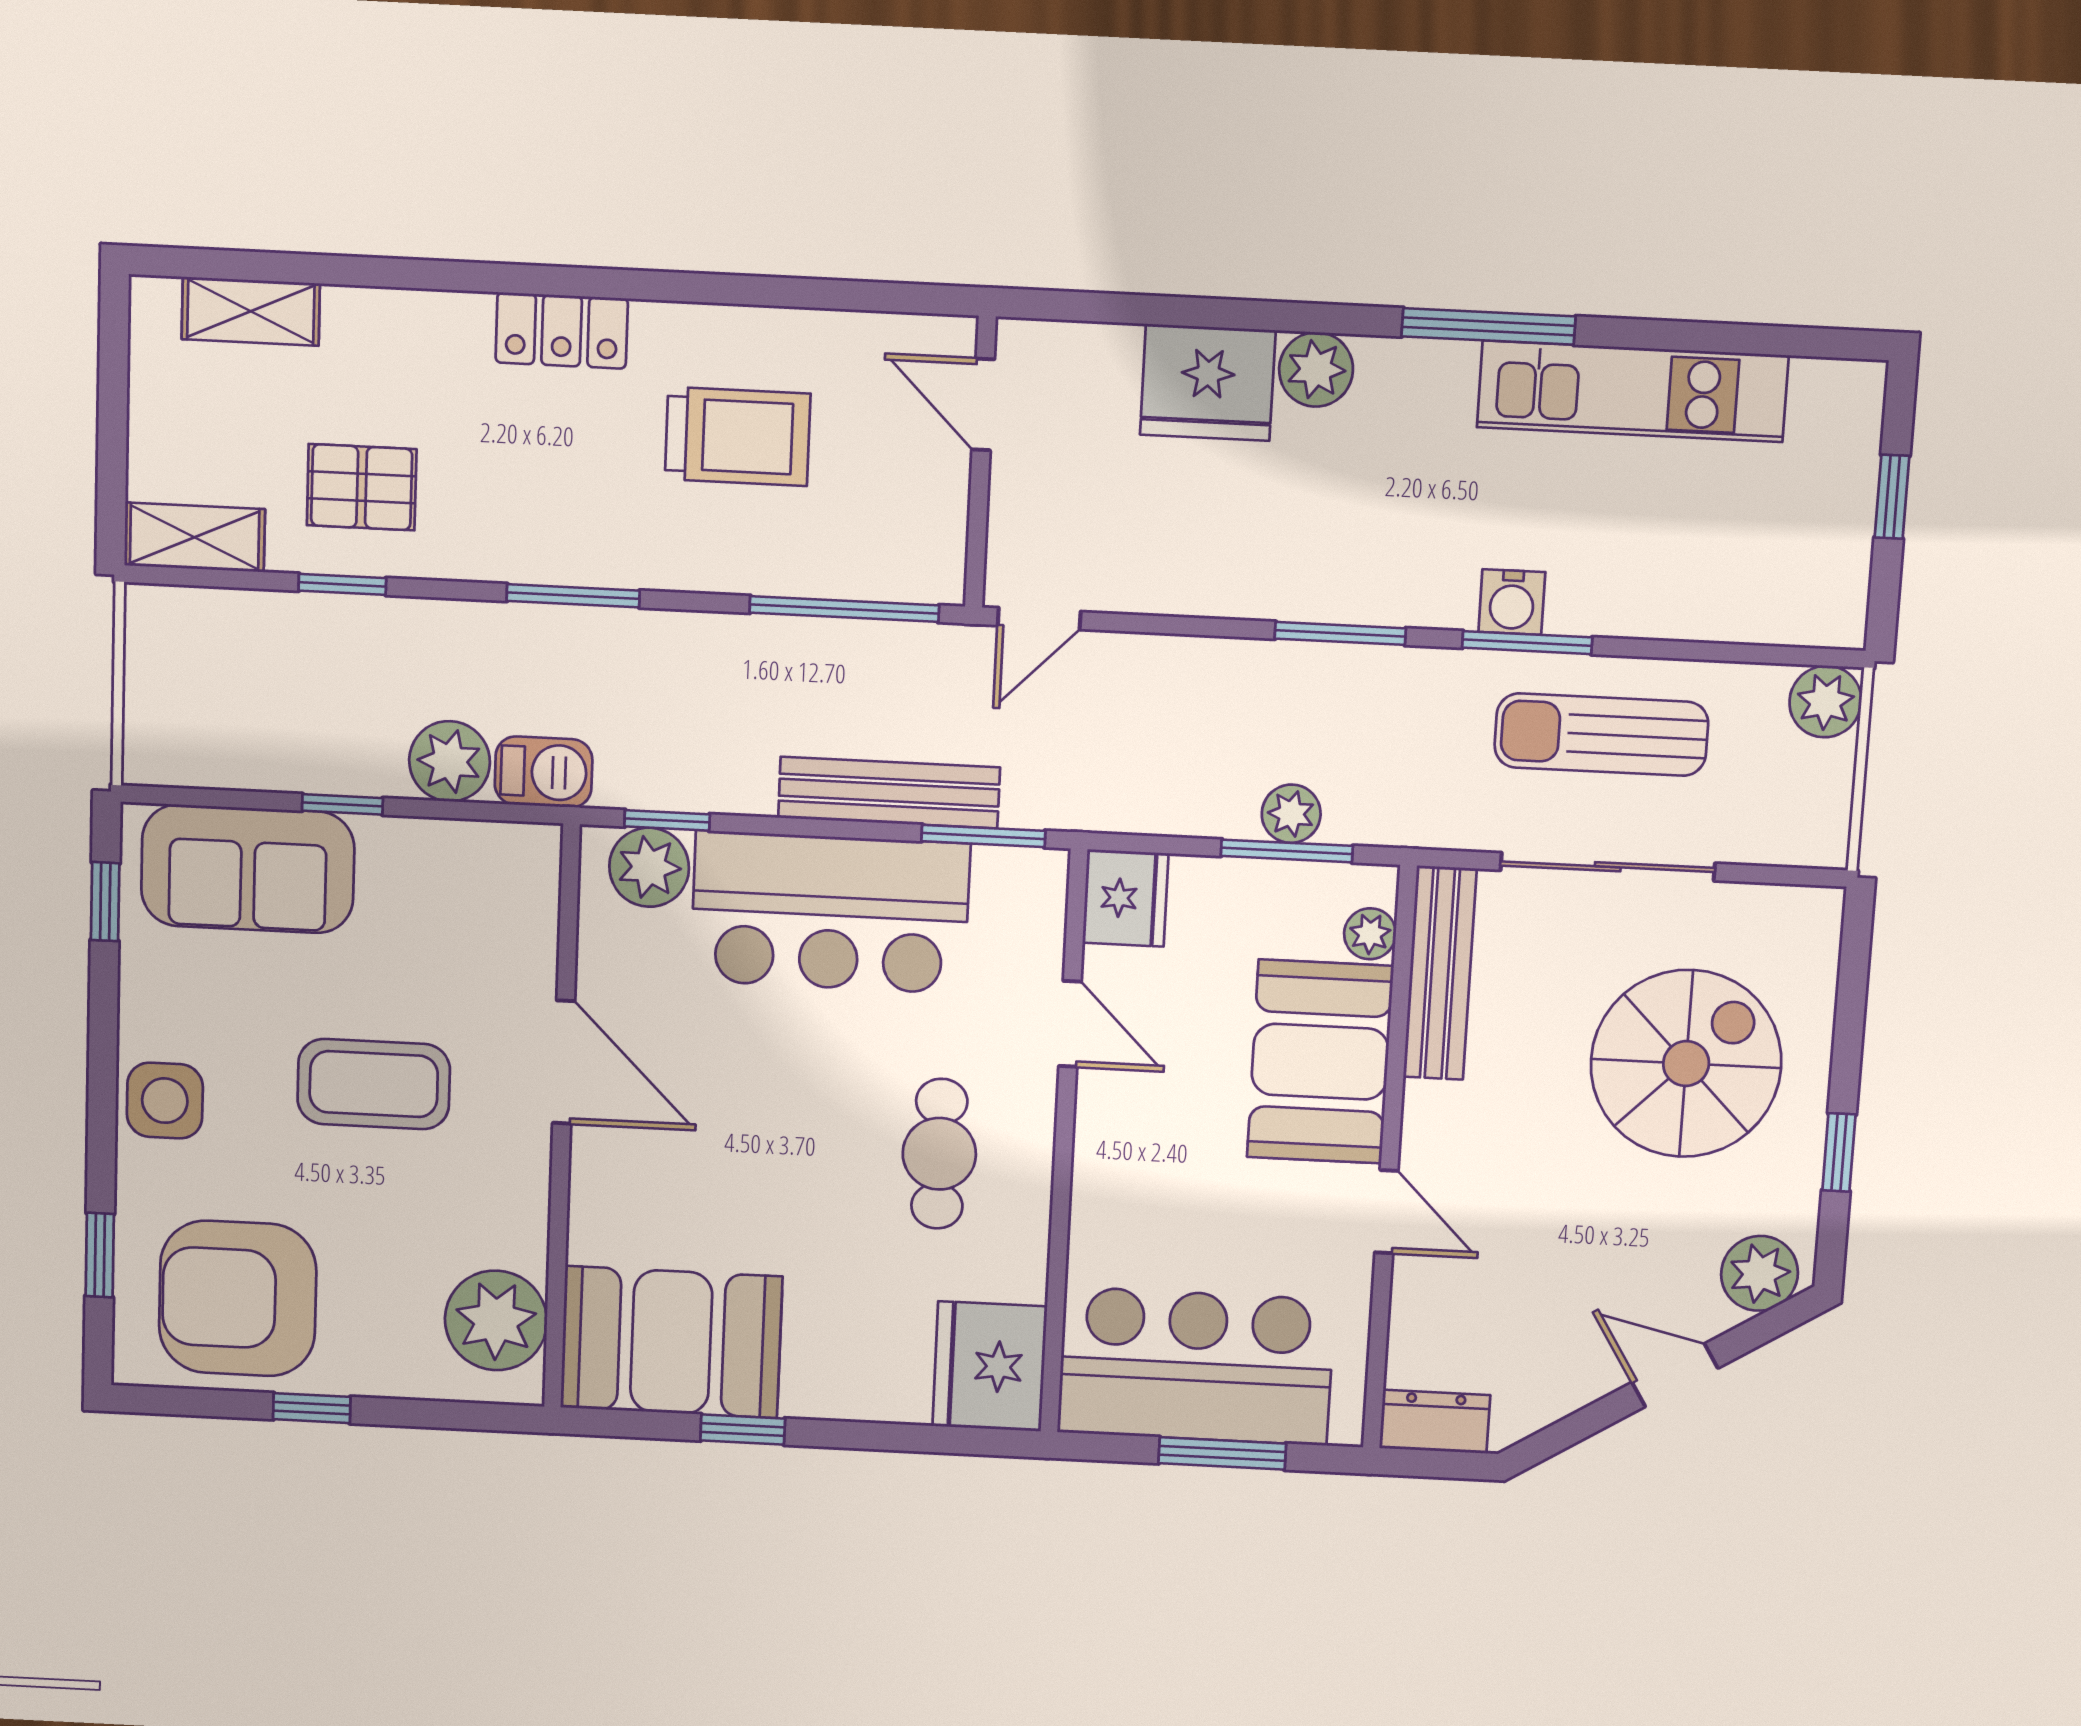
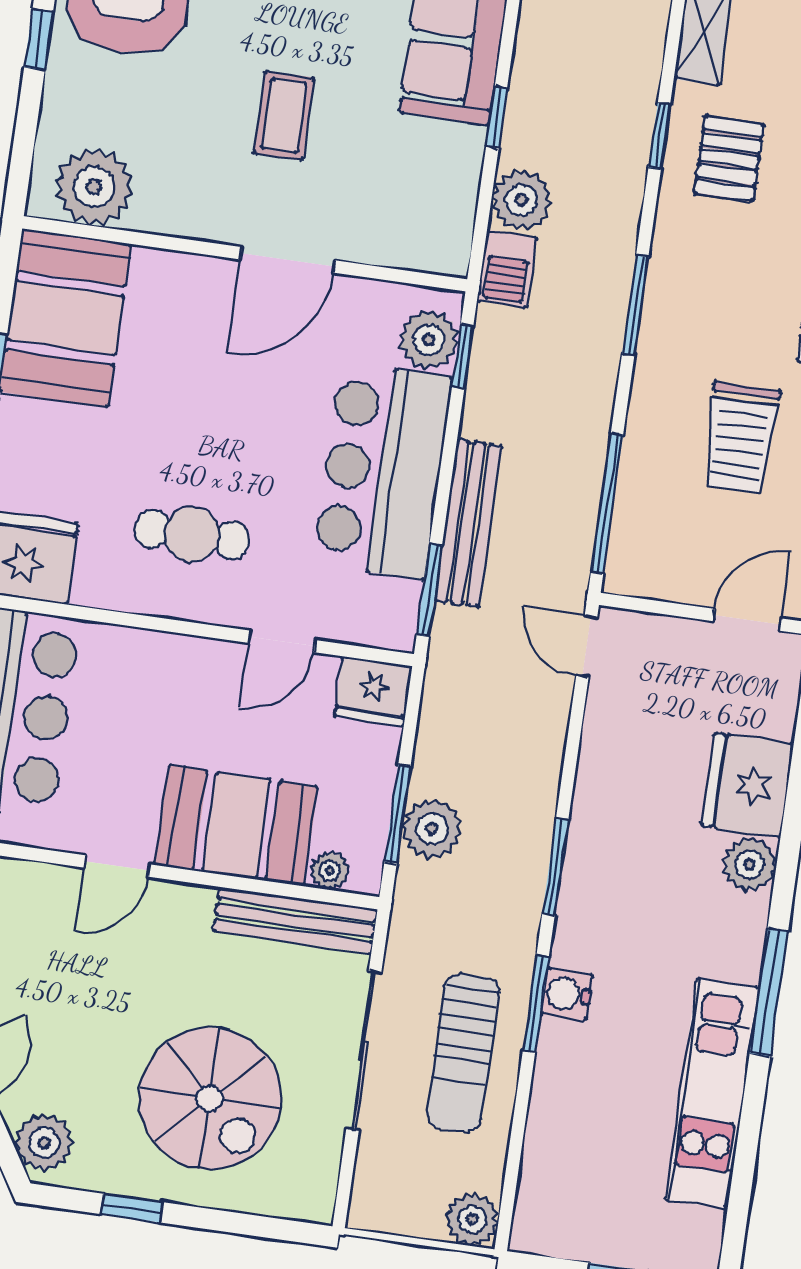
sun lounger: (1601, 735) -> (463, 1053), turned 180
plant: (1291, 814) -> (432, 829), width x1.38, depth x1.38
coffee table: (374, 1084) -> (284, 116), width x0.73, depth x0.77

